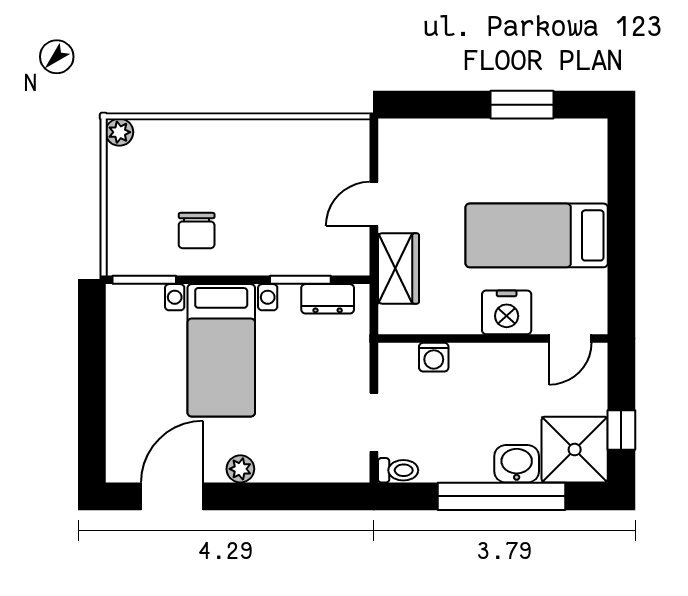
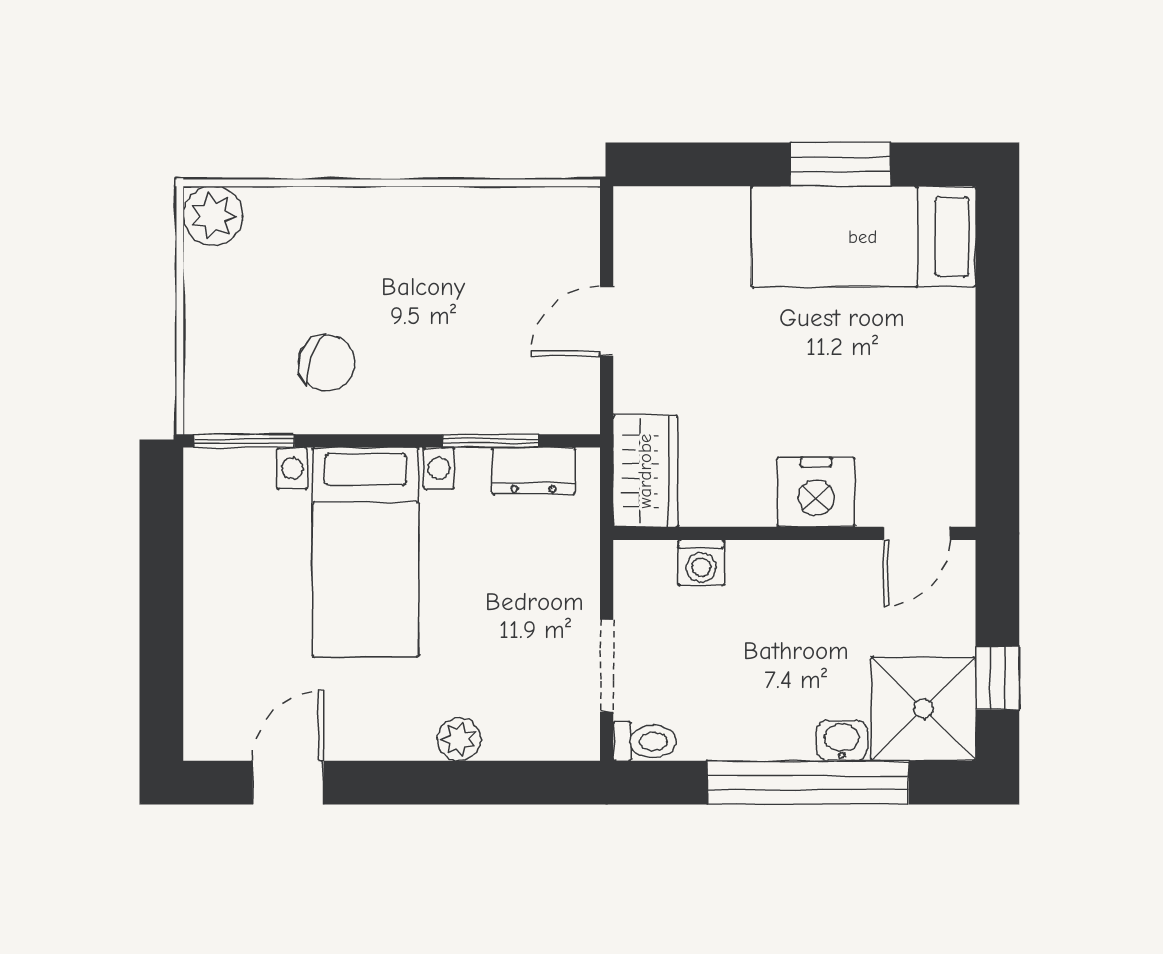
plant: (119, 132) -> (213, 216), width x1.38, depth x1.38
chair: (197, 231) -> (327, 363), turned -70
bed: (537, 235) -> (863, 237), moved
wardrobe: (398, 268) -> (645, 471), moved
washbasin: (517, 464) -> (842, 740), width x0.72, depth x0.69
plant: (240, 469) -> (459, 739), moved
door: (172, 496) -> (288, 783), width x0.73

